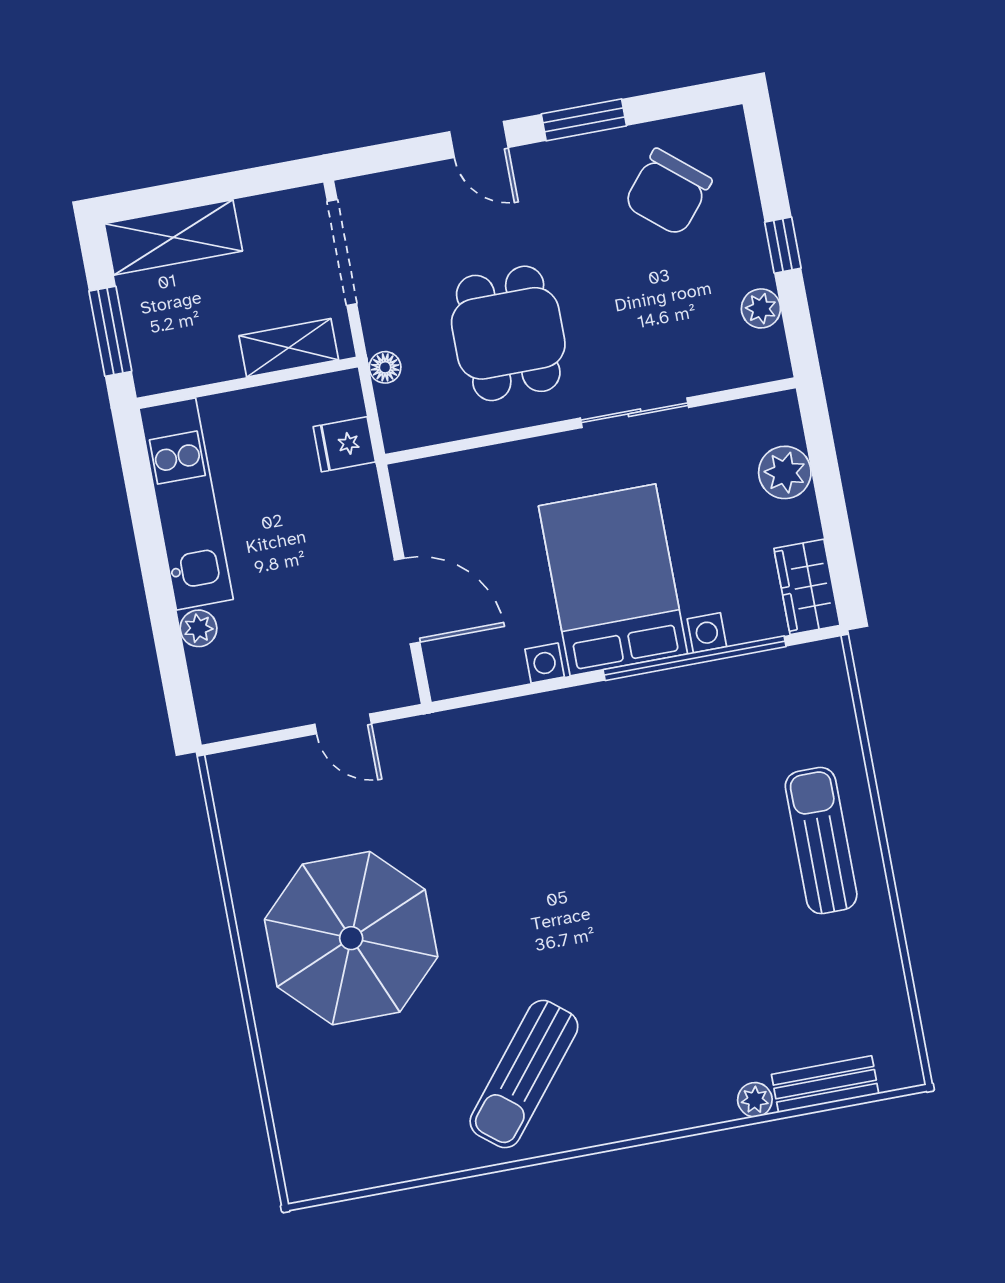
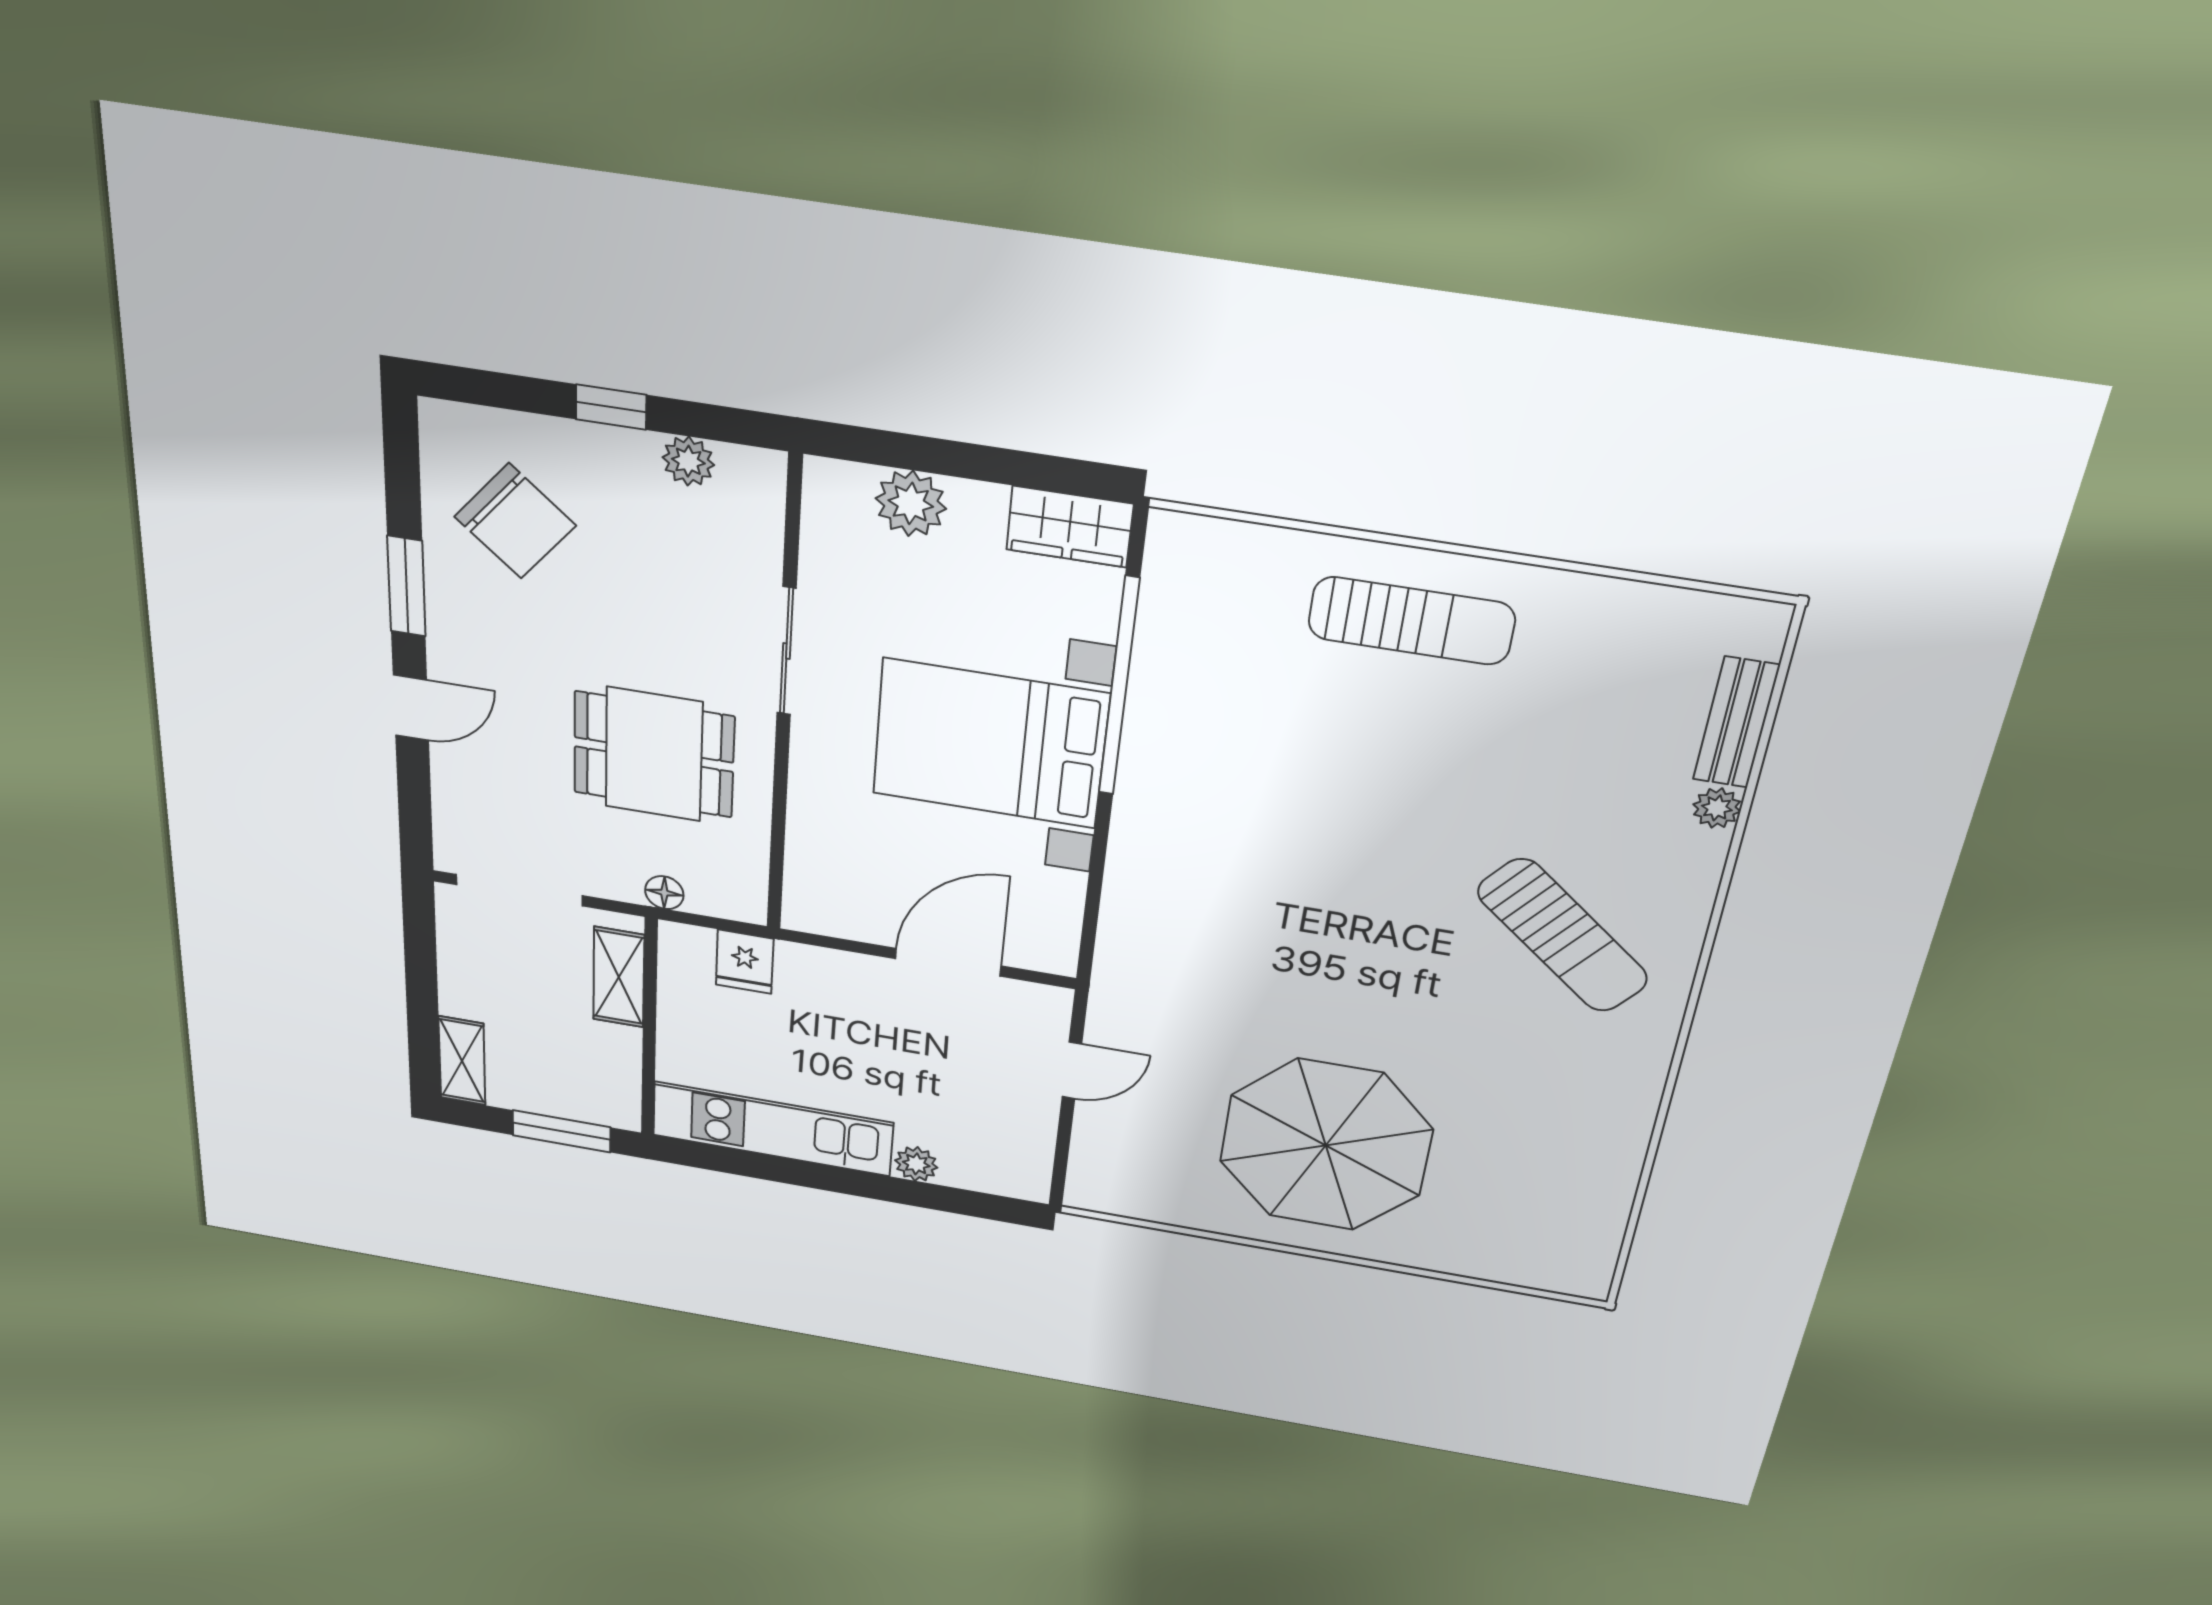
shelving: (173, 237) -> (462, 1061), width x0.67, depth x0.75
sun lounger: (821, 841) -> (1411, 621), turned 180
sun lounger: (524, 1074) -> (1563, 936), moved

